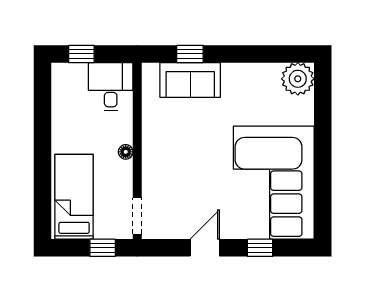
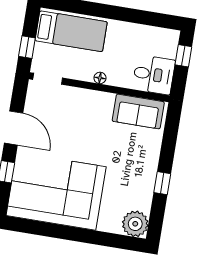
window: (190, 54) -> (162, 183), moved
sofa: (190, 80) -> (138, 111), moved, turned -90
door: (205, 248) -> (14, 128), width x1.38

